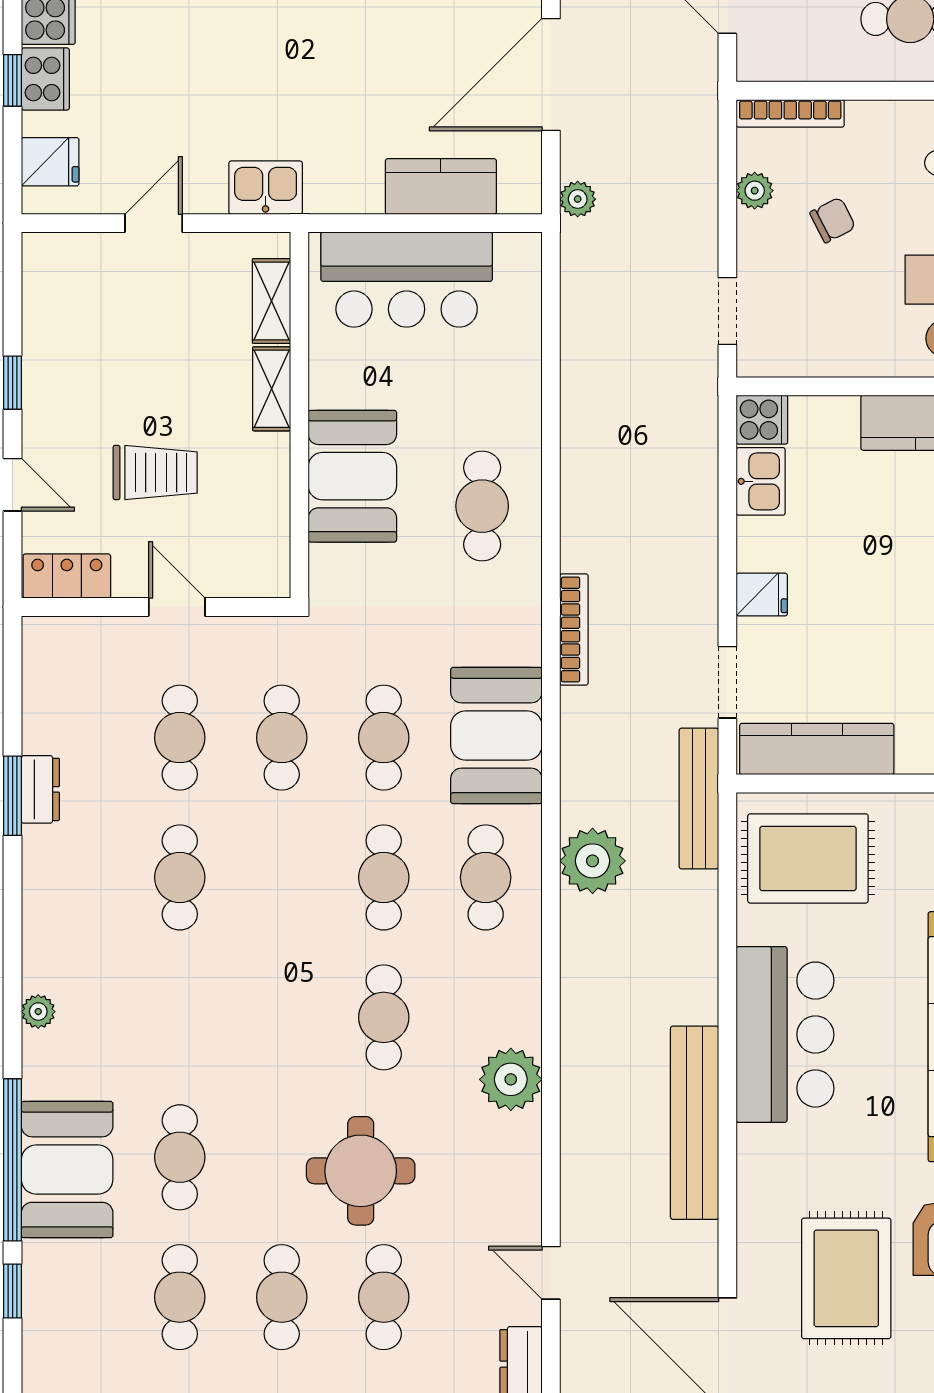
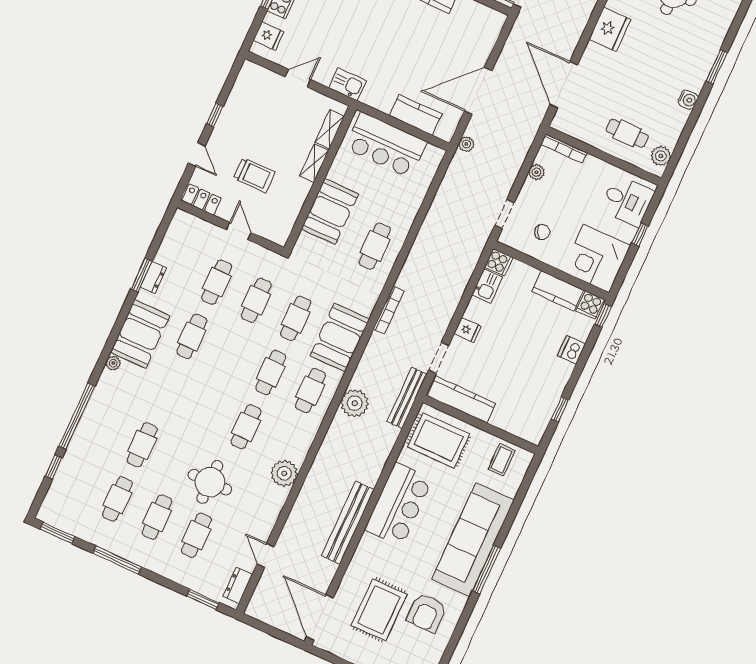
chair: (833, 220) -> (542, 232), moved
booth: (67, 1170) -> (140, 334), moved

